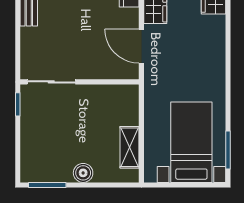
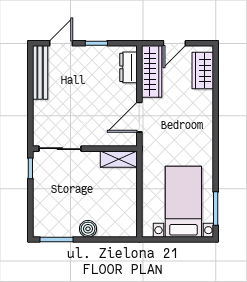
door: (141, 46) -> (139, 117), hinge flipped
shelving: (130, 147) -> (119, 159), moved, turned 90

